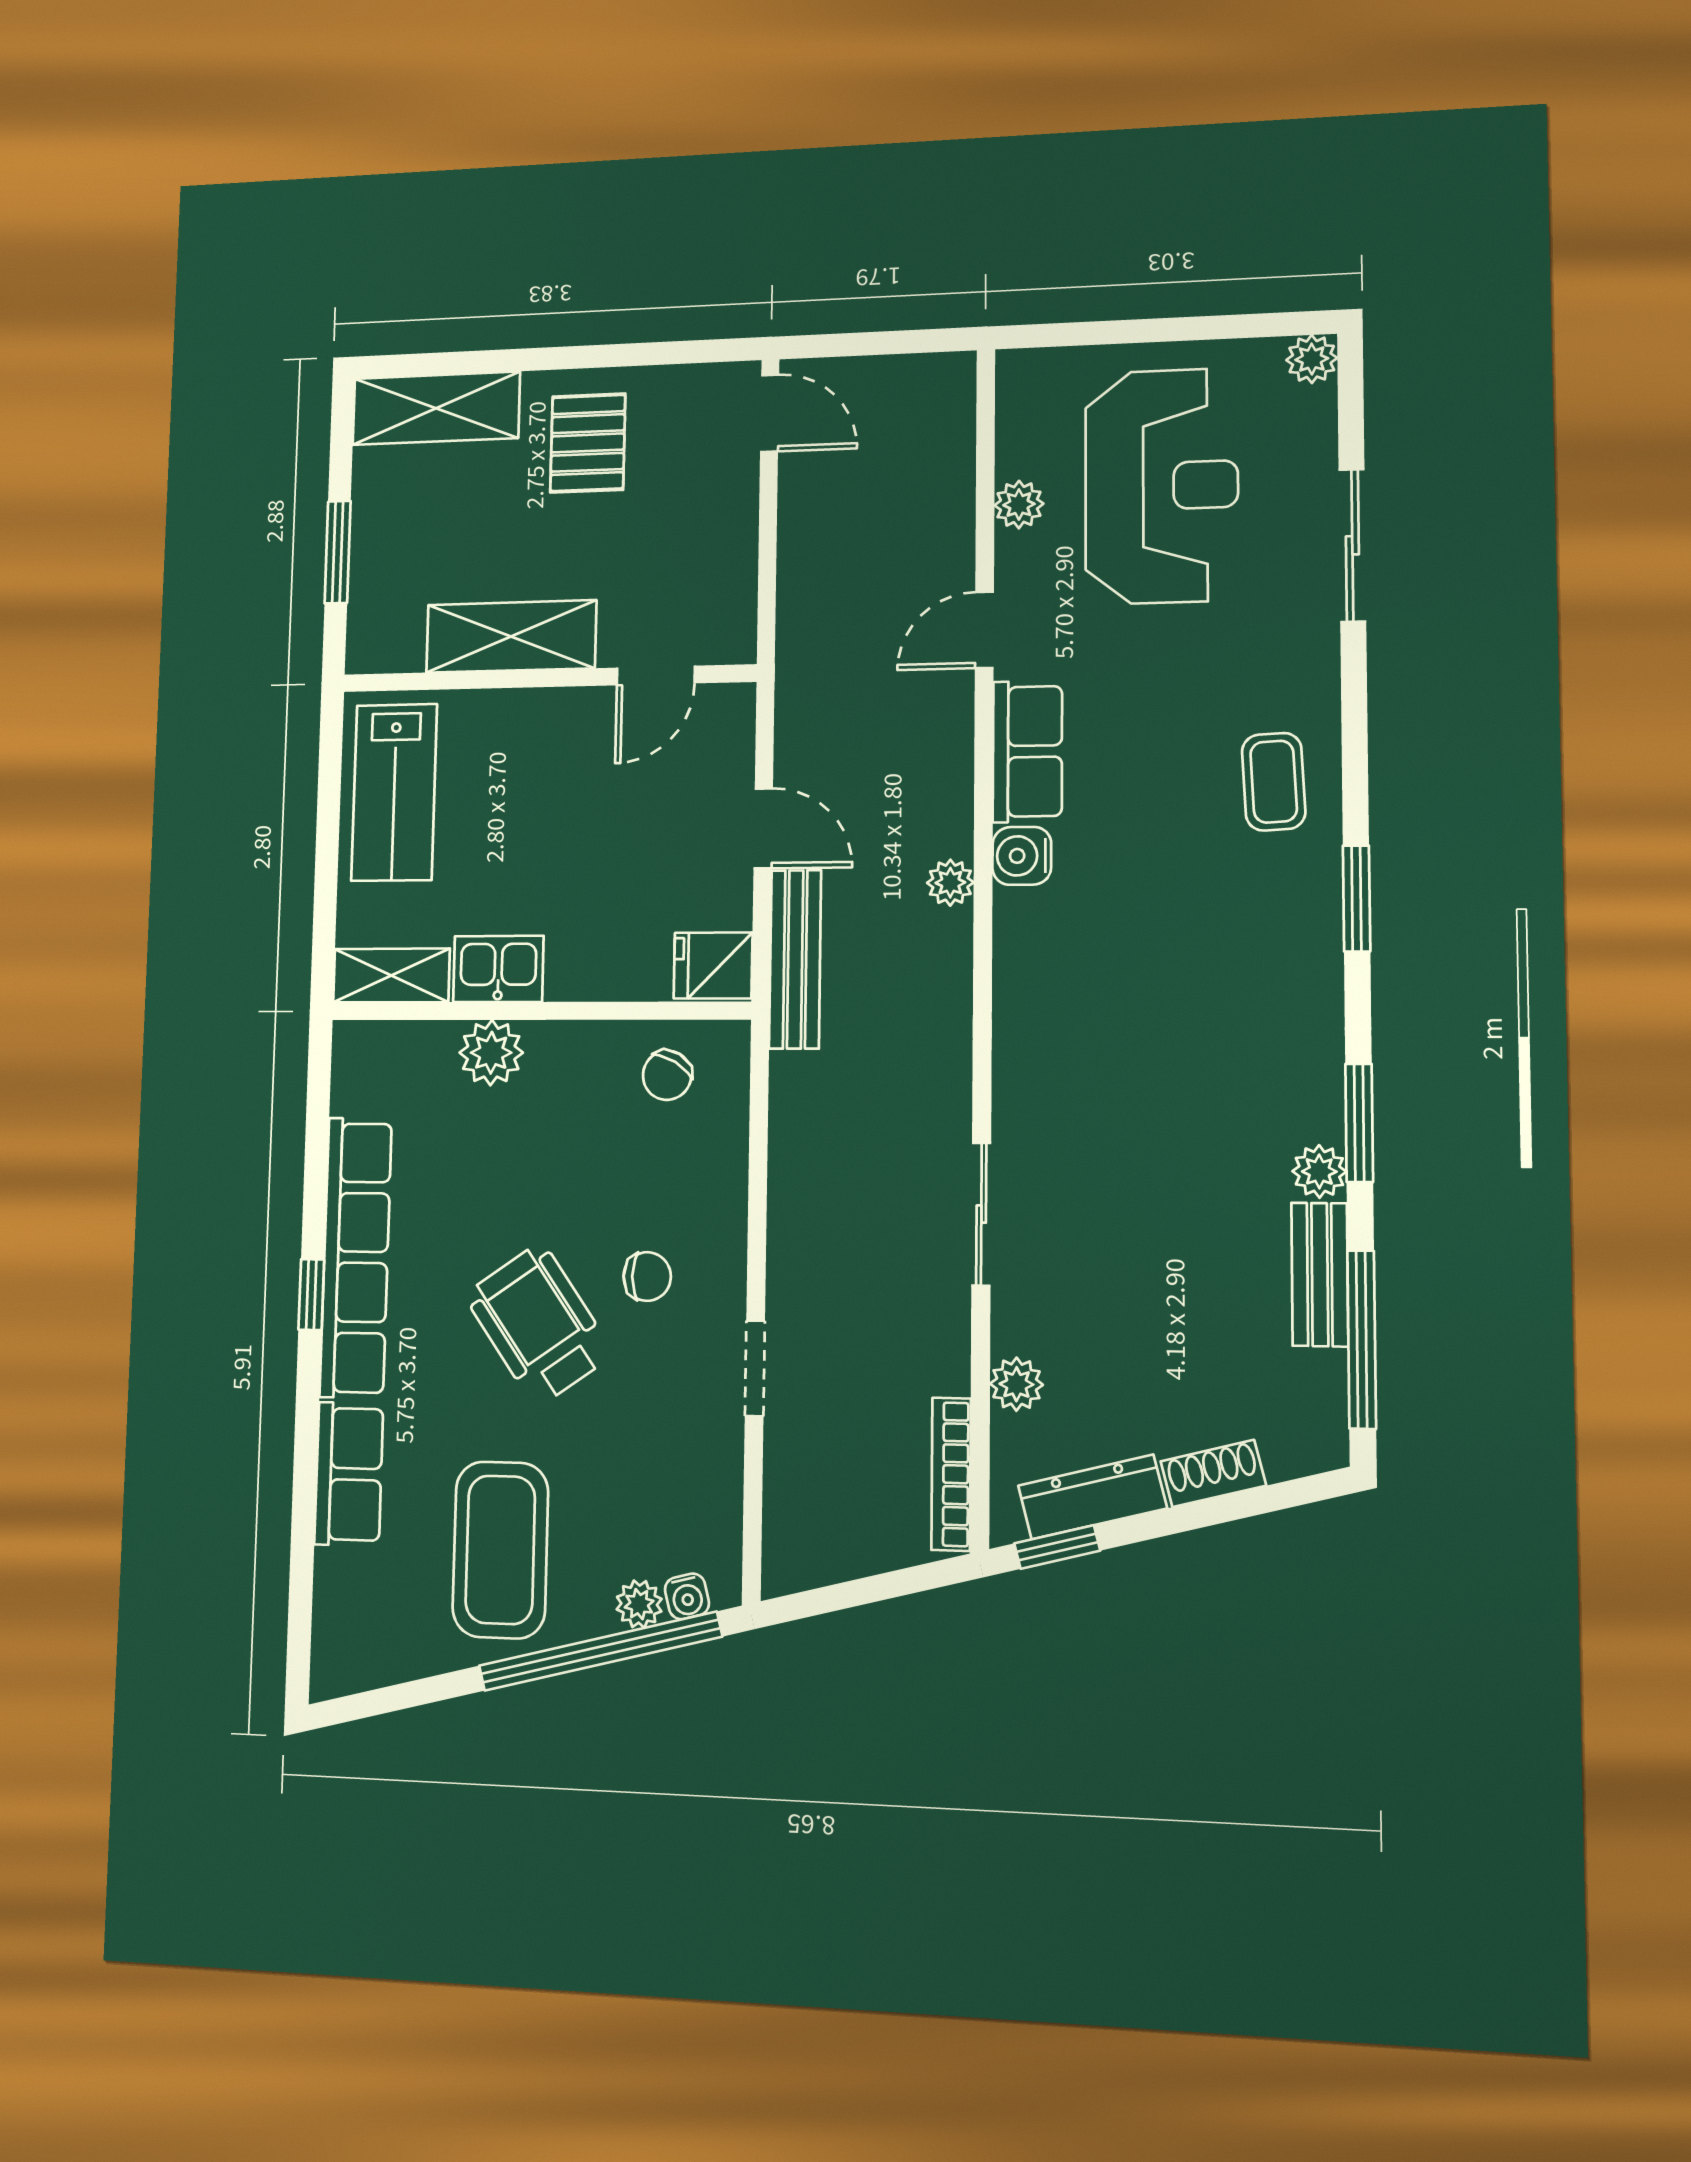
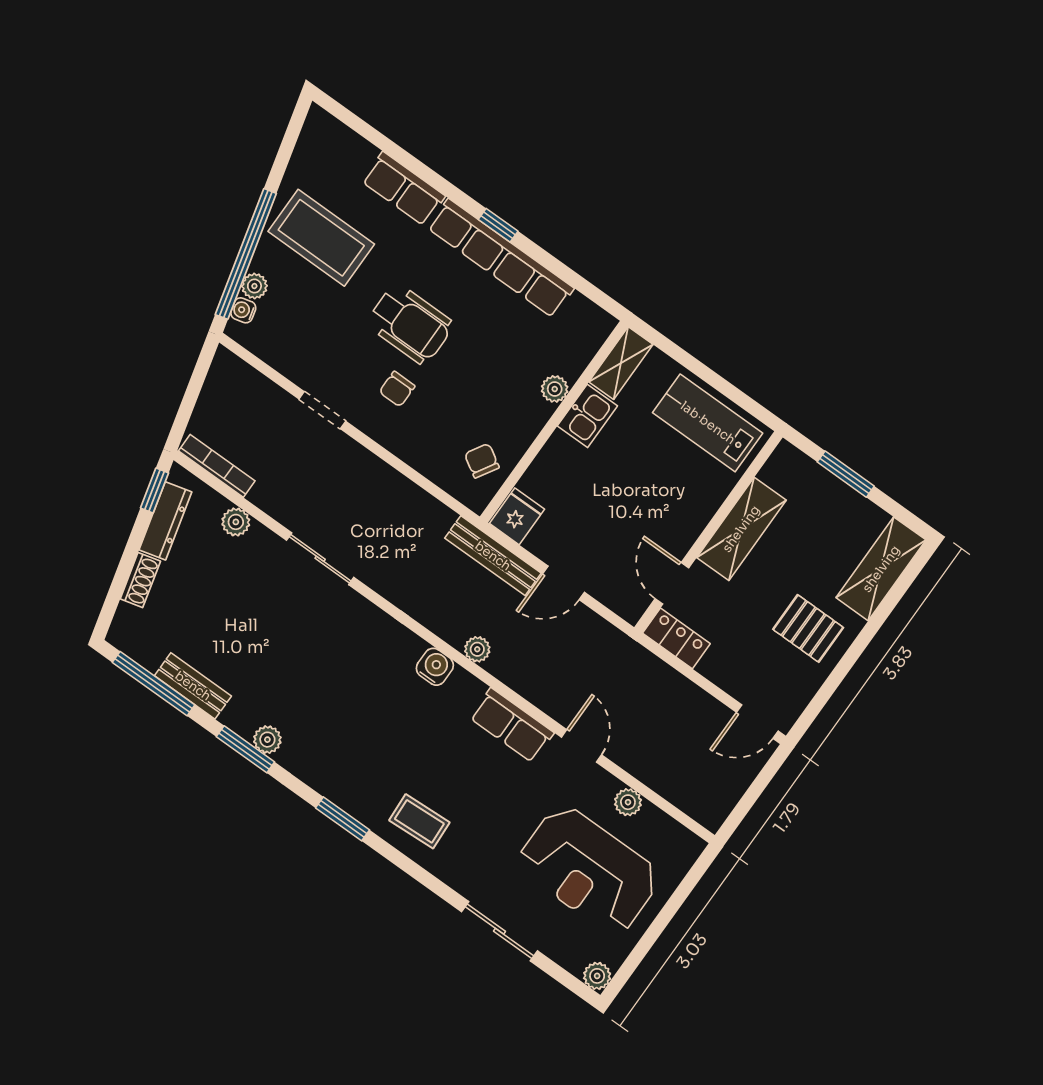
locker: (730, 612) -> (676, 638), added
water cooler: (1022, 856) -> (435, 667), moved
plant: (491, 1053) -> (555, 389), width x0.73, depth x0.73
plant: (1319, 1171) -> (267, 740), moved
wheelchair: (539, 1324) -> (410, 324), turned 35

